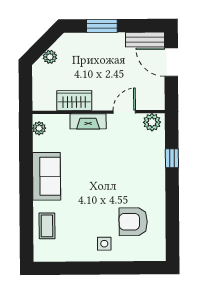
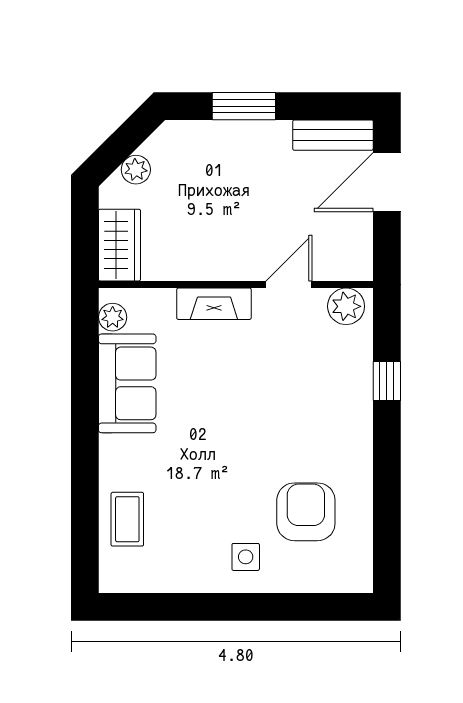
door: (171, 62) -> (387, 182), hinge flipped
wardrobe: (74, 100) -> (119, 245), moved, turned 90
sofa: (47, 176) -> (127, 383), moved
armchair: (133, 222) -> (306, 512), turned 90

